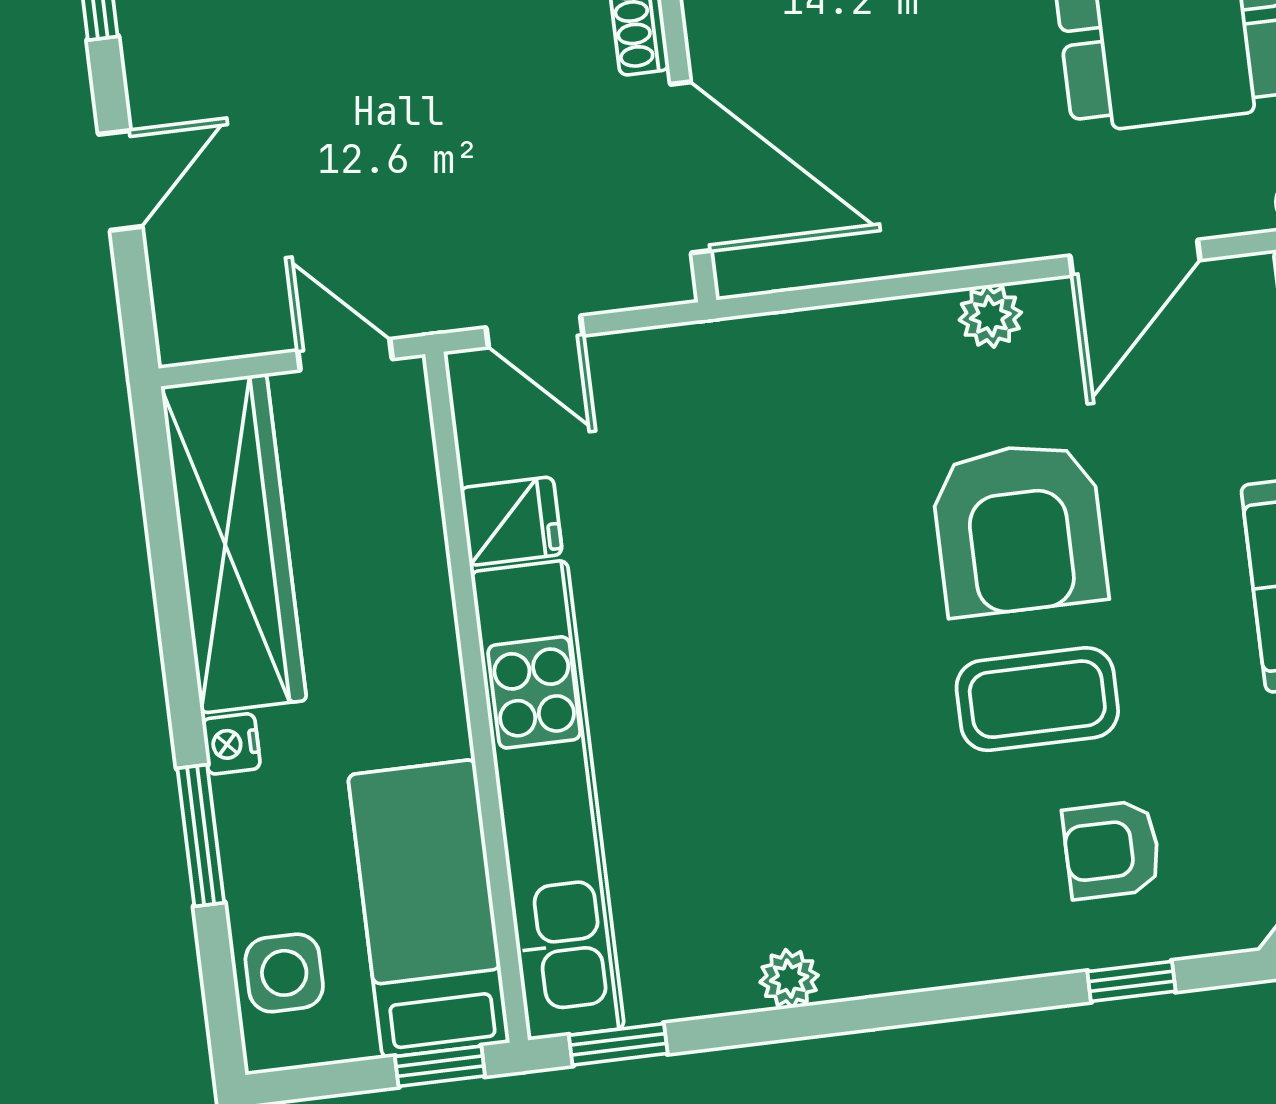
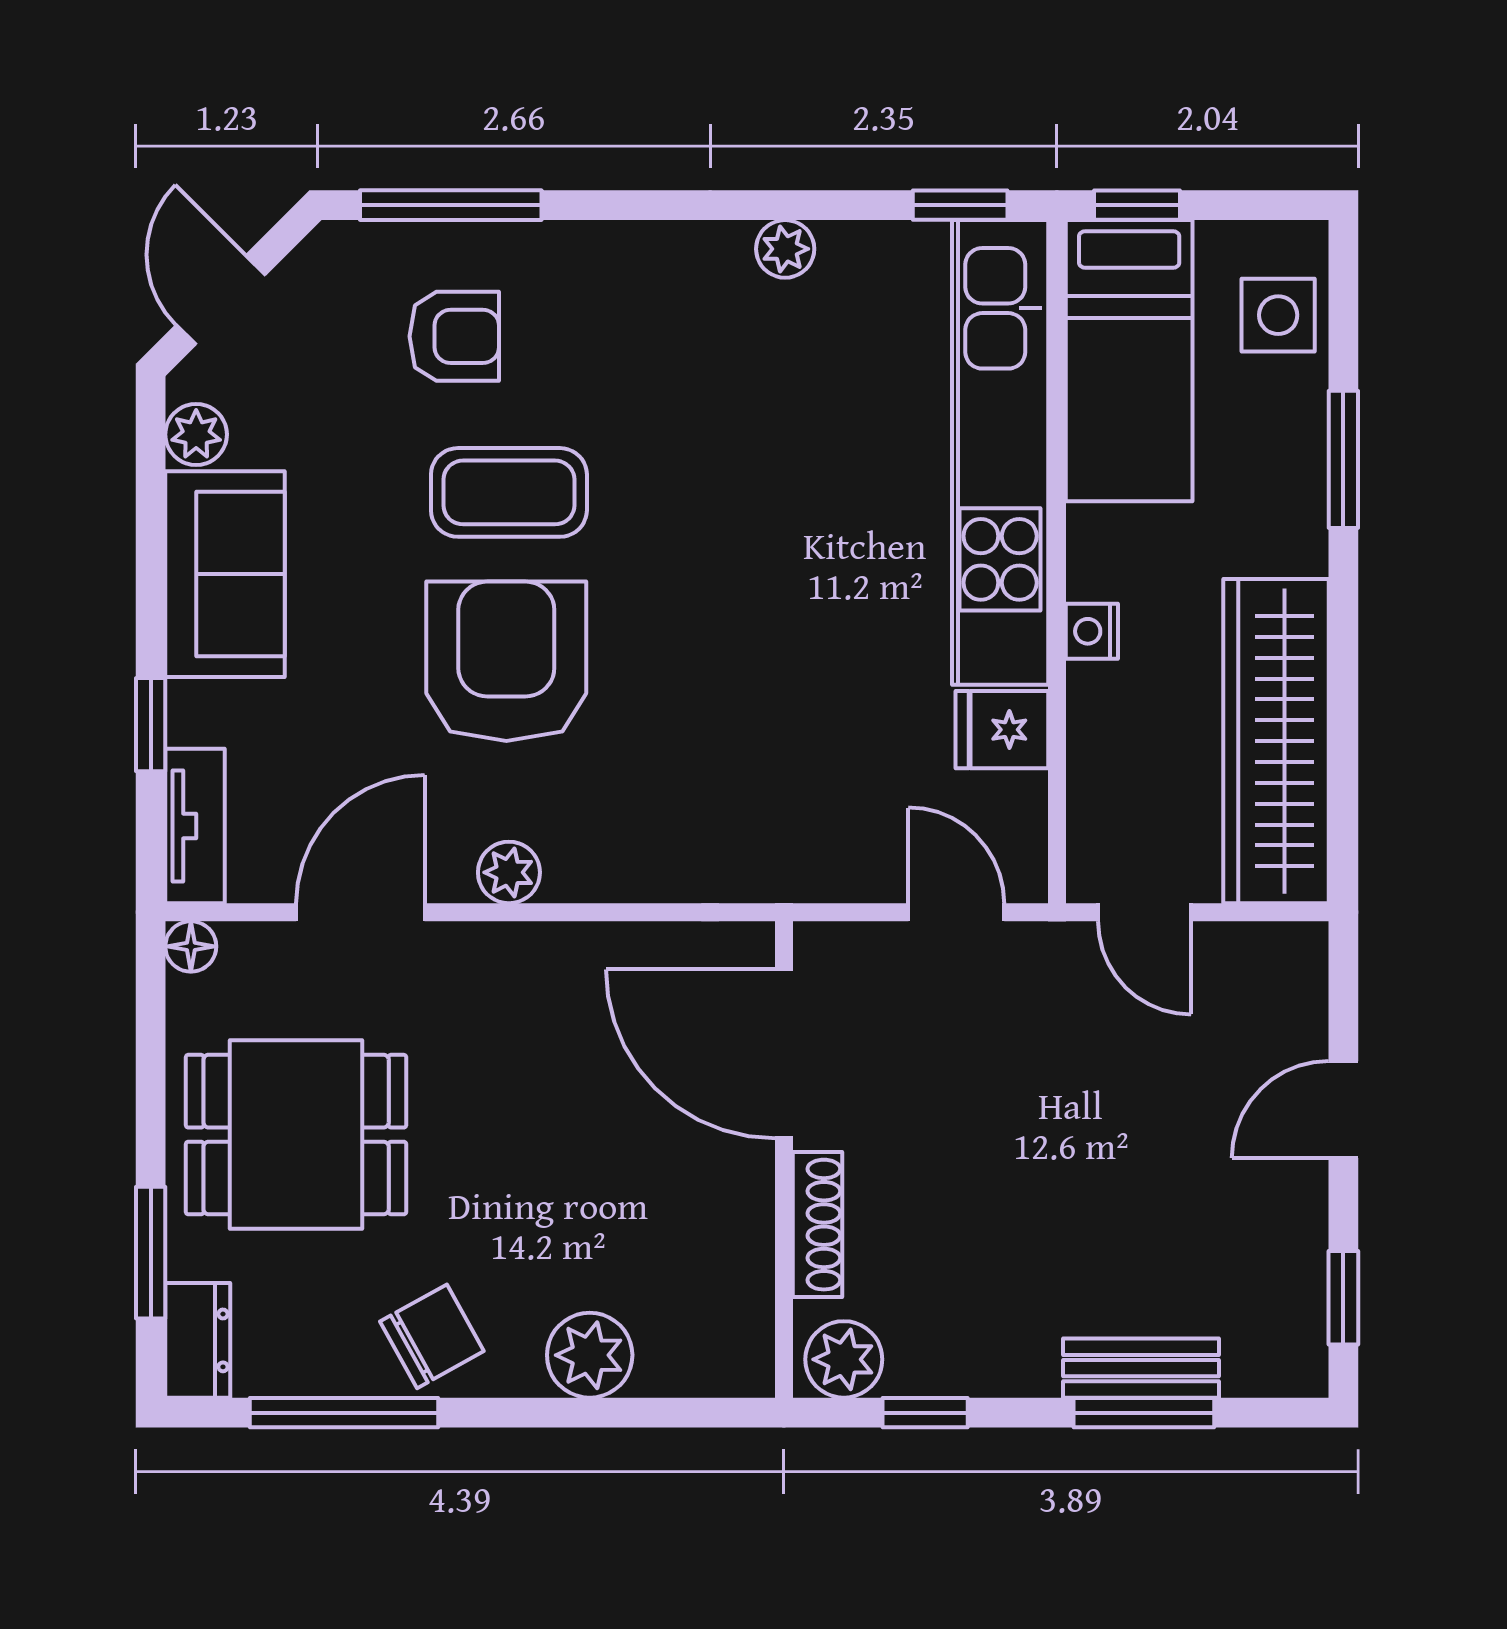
nightstand: (231, 744) -> (1092, 631), moved, turned 180
window: (1131, 981) -> (451, 205), width x2.17

